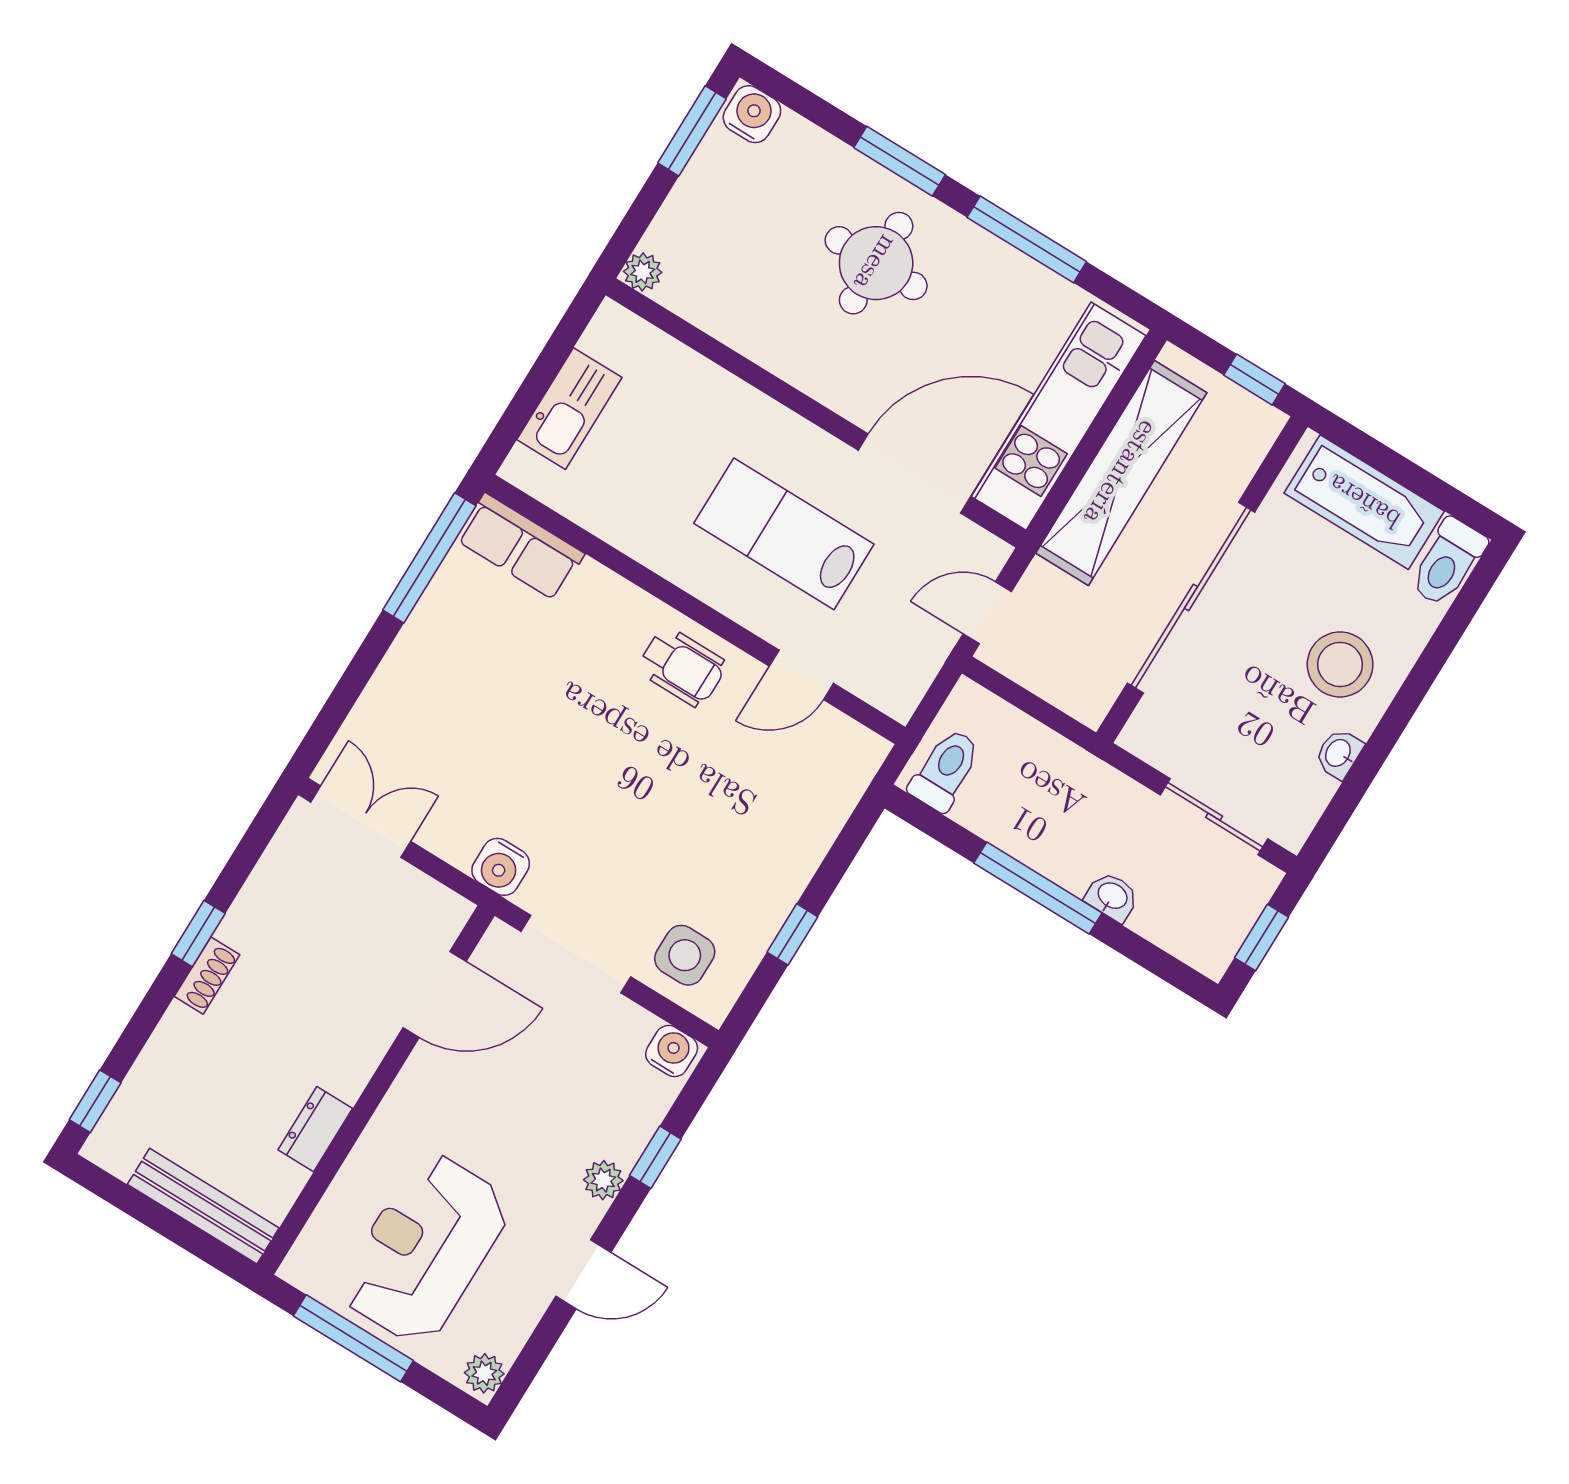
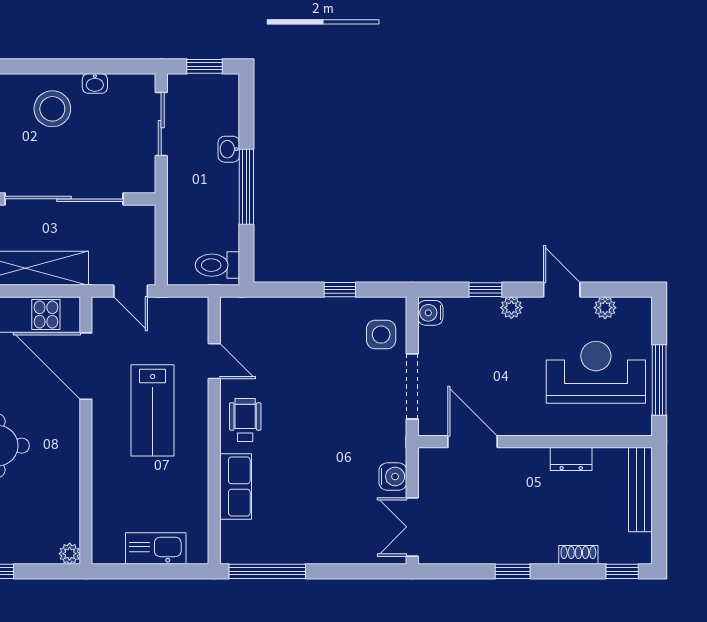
row of seats: (520, 547) -> (236, 486), moved
water cooler: (501, 867) -> (393, 477), moved
shoe rack: (207, 976) -> (578, 555), moved
reception desk: (425, 1249) -> (596, 372), turned 180
plant: (484, 1373) -> (605, 308), moved

